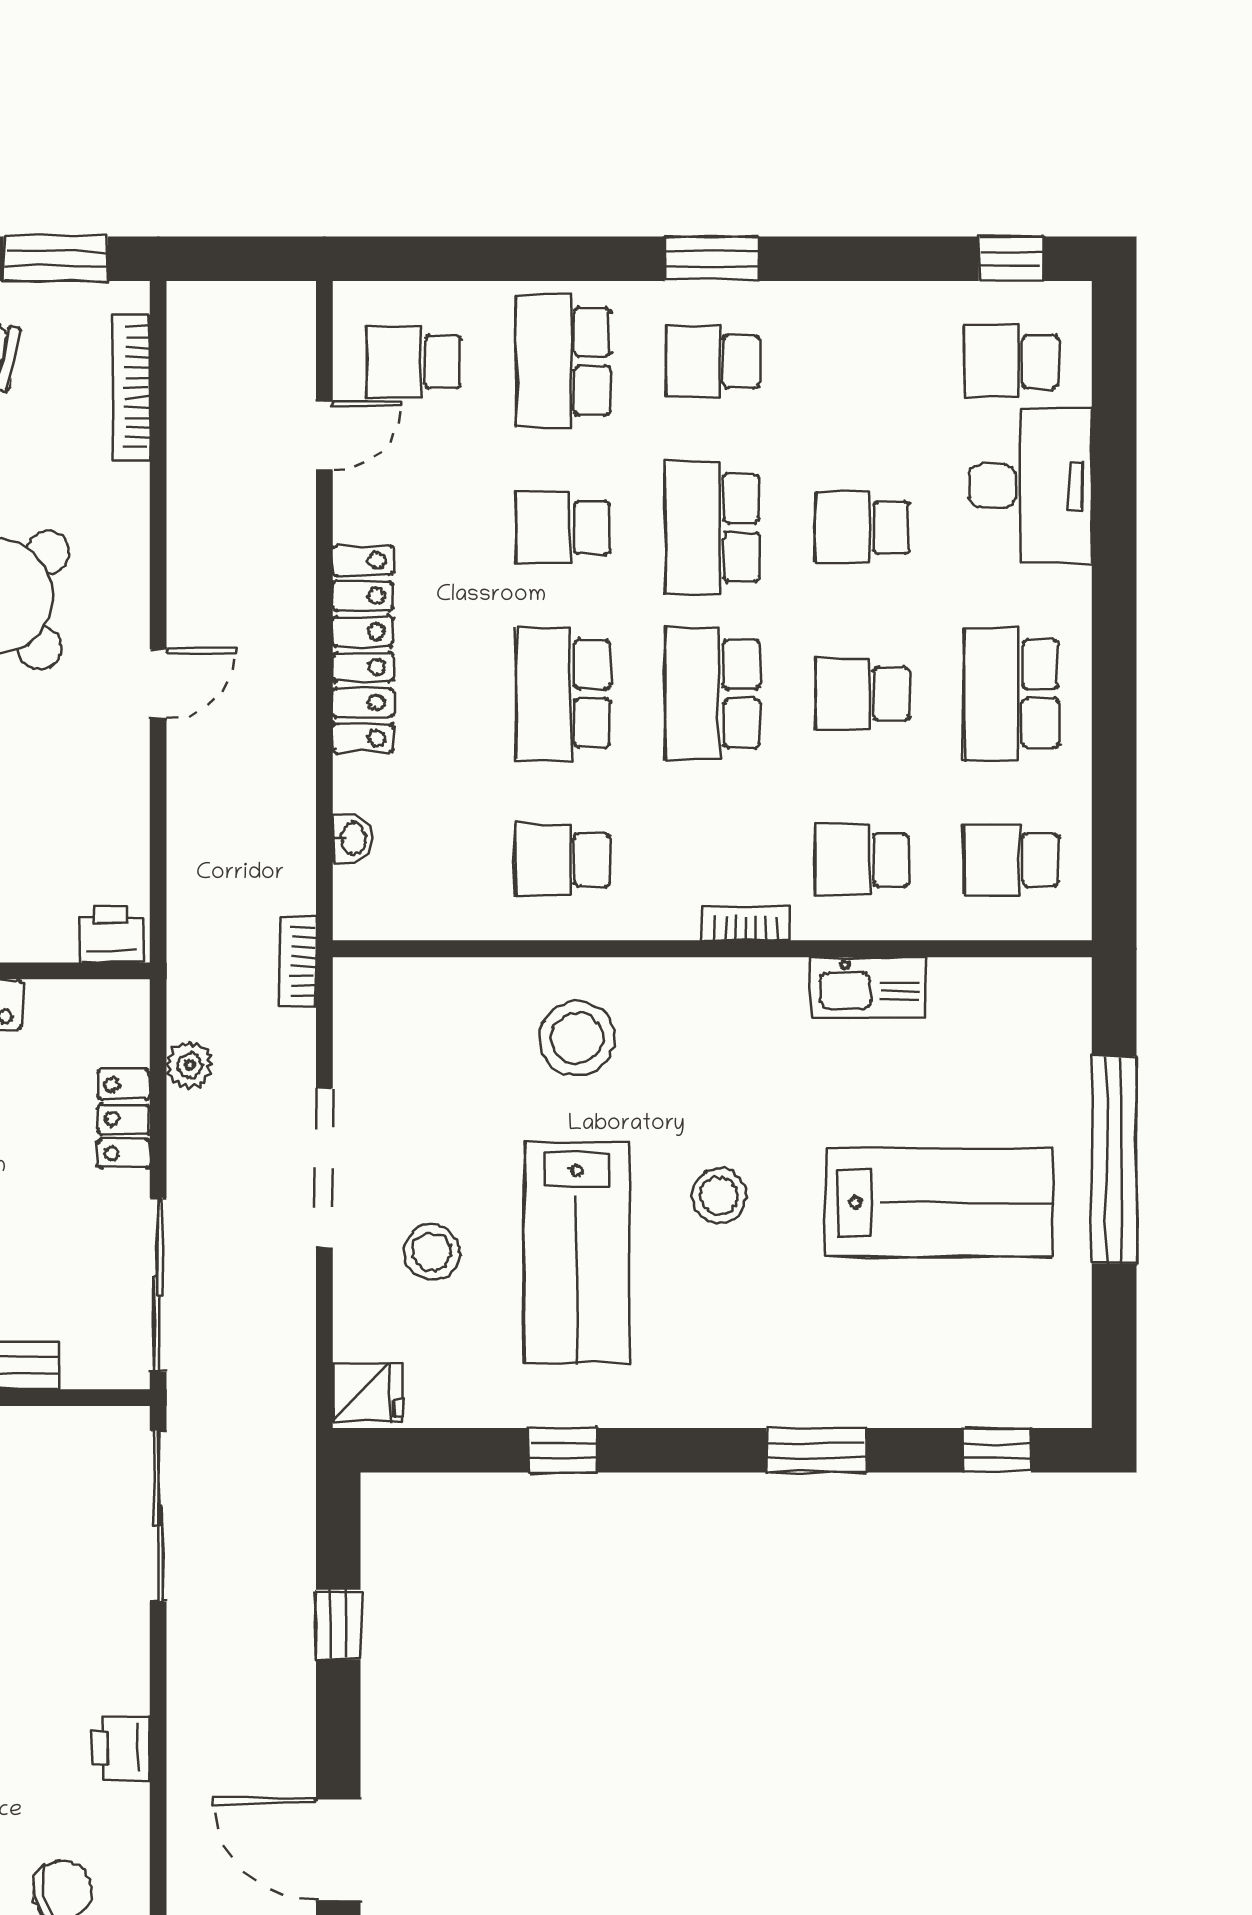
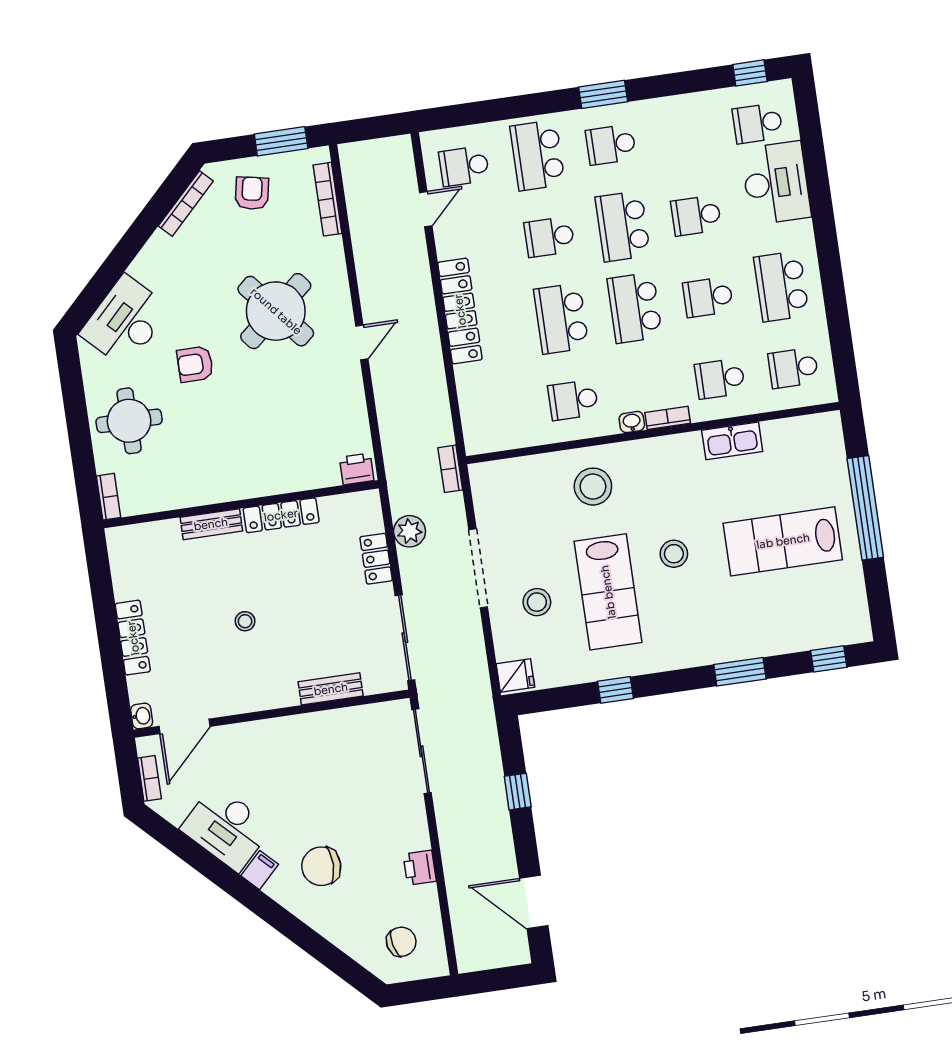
washbasin: (352, 839) -> (632, 422), moved, turned -90
plant: (190, 1065) -> (410, 531), width x1.38, depth x1.38
lab bench: (940, 1203) -> (783, 541), turned 180

